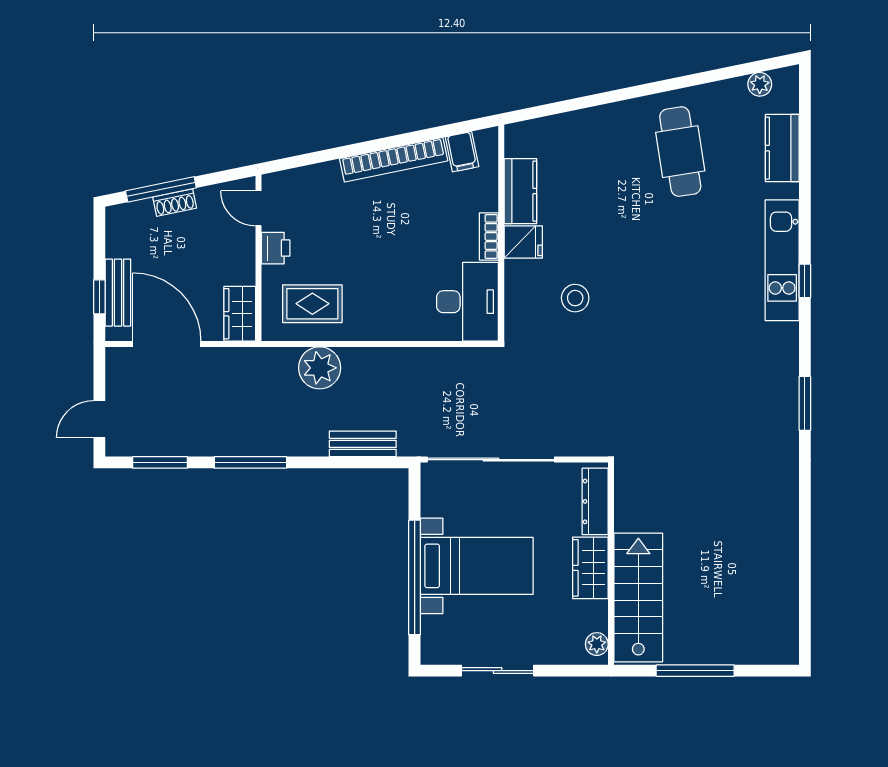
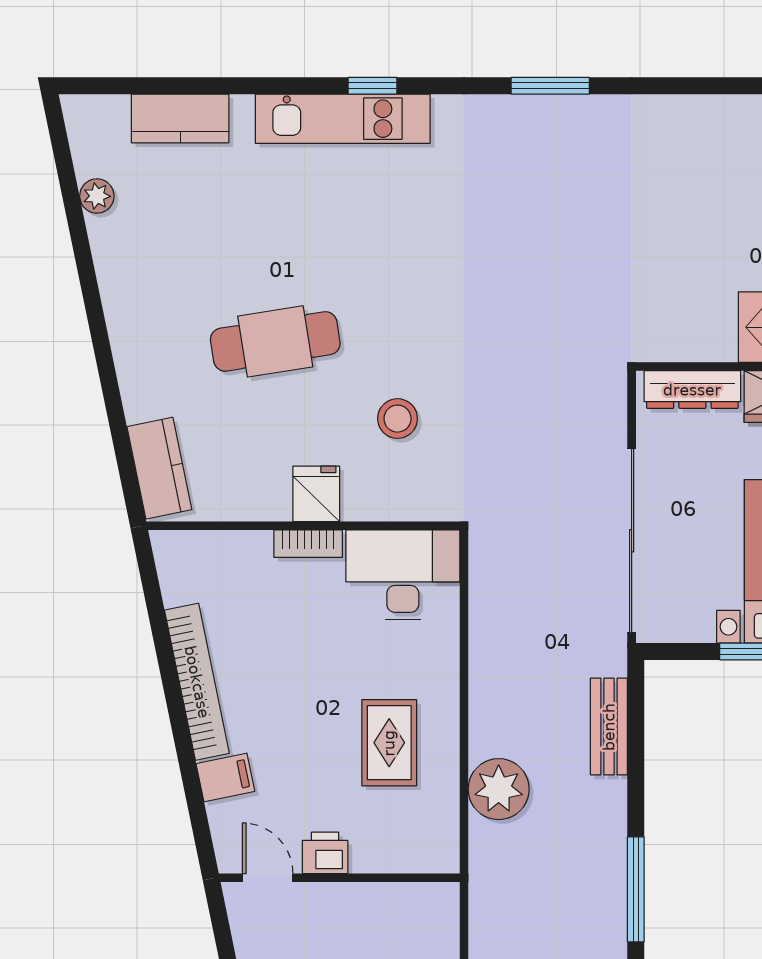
plant: (760, 84) -> (97, 196), moved
filing cabinet: (462, 152) -> (225, 777), moved
cafe table: (680, 152) -> (275, 341), moved
kitchen counter: (520, 191) -> (159, 468), moved, turned 78
door: (258, 208) -> (268, 878), swing flipped
rug: (312, 304) -> (389, 743), moved
wardrobe: (240, 314) -> (420, 905), removed

